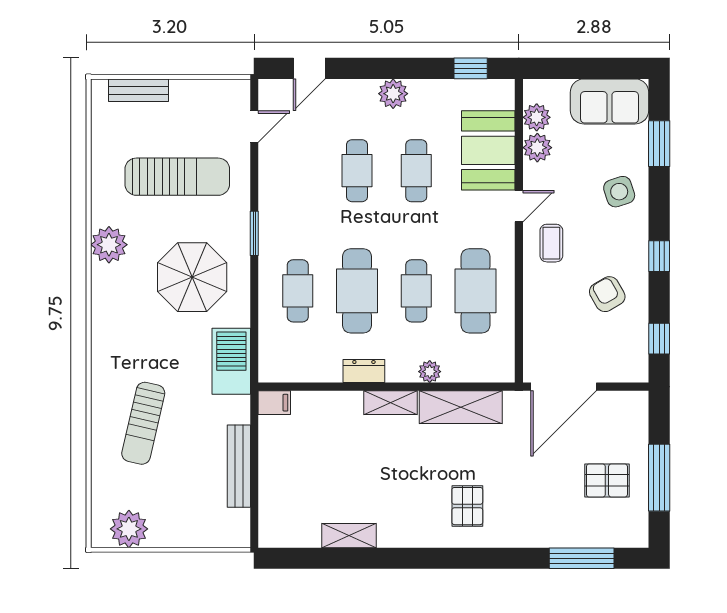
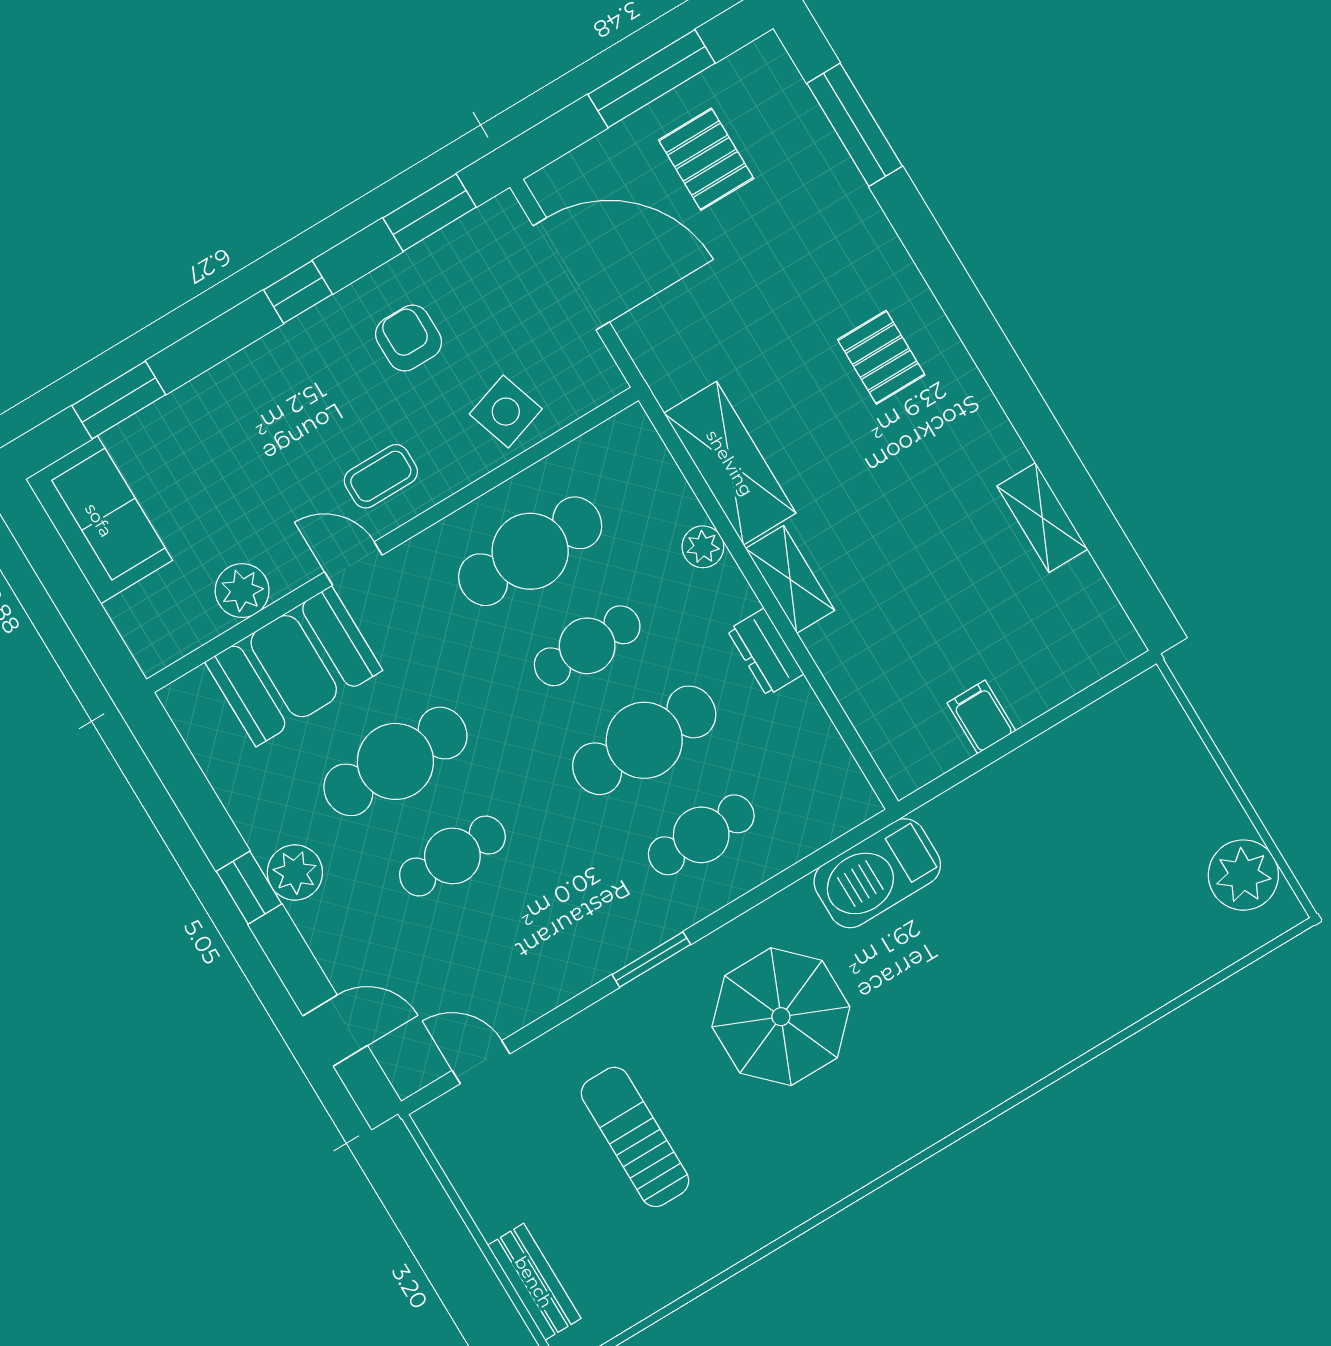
window: (471, 68) -> (249, 888), moved
plant: (537, 117) -> (194, 621), removed
cafe table: (416, 171) -> (395, 761), width x1.37, depth x1.35
sun lounger: (177, 177) -> (635, 1137), width x0.73, depth x0.75
side table: (619, 192) -> (506, 412), moved
plant: (109, 245) -> (809, 1180), removed
armchair: (607, 294) -> (409, 338), turned 120
window: (659, 339) -> (430, 213), width x1.50
door: (564, 387) -> (571, 274), moved
filing cabinet: (274, 403) -> (981, 717), moved
sun lounger: (143, 423) -> (1061, 954), removed
bench: (239, 466) -> (1037, 760), removed
pallet: (467, 506) -> (881, 357), turned 90

